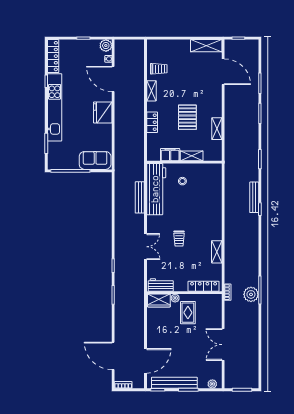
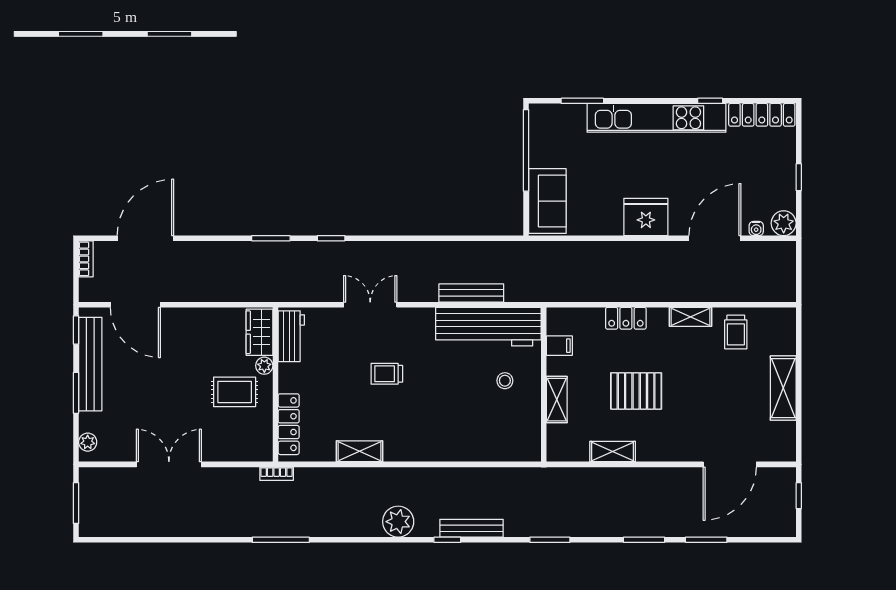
shelving: (206, 46) -> (783, 388), moved
filing cabinet: (170, 155) -> (559, 346), width x0.50
double door: (146, 247) -> (370, 305), swing flipped
plant: (251, 294) -> (398, 522), moved

